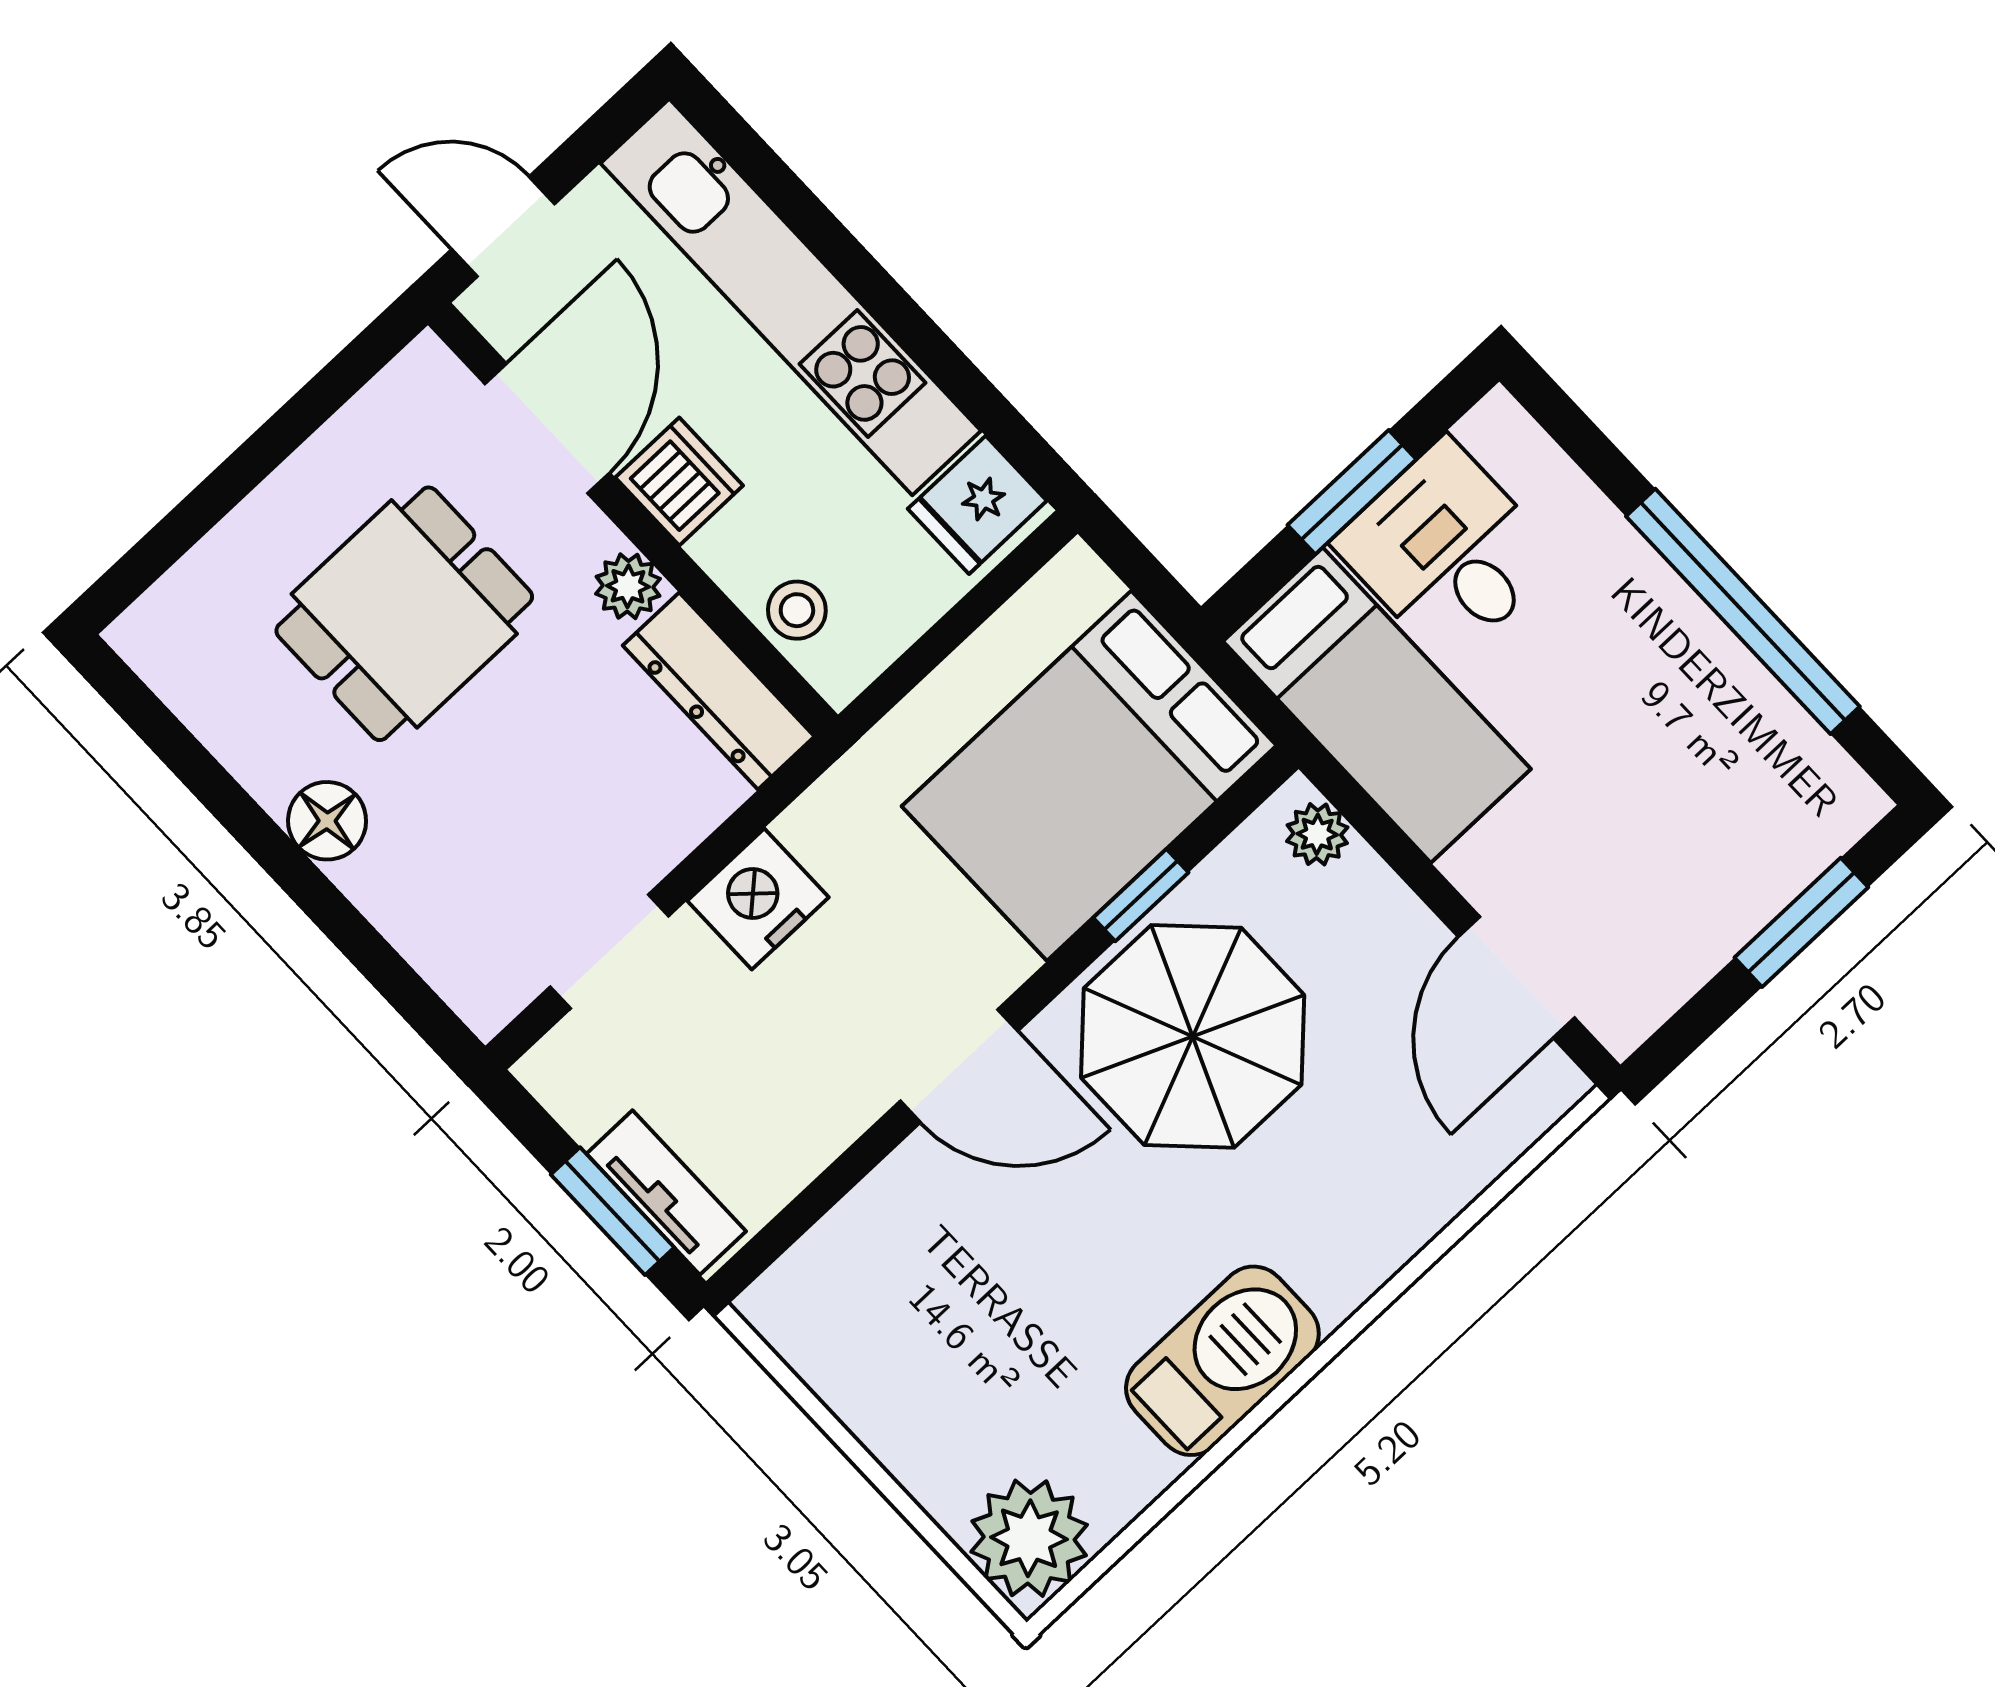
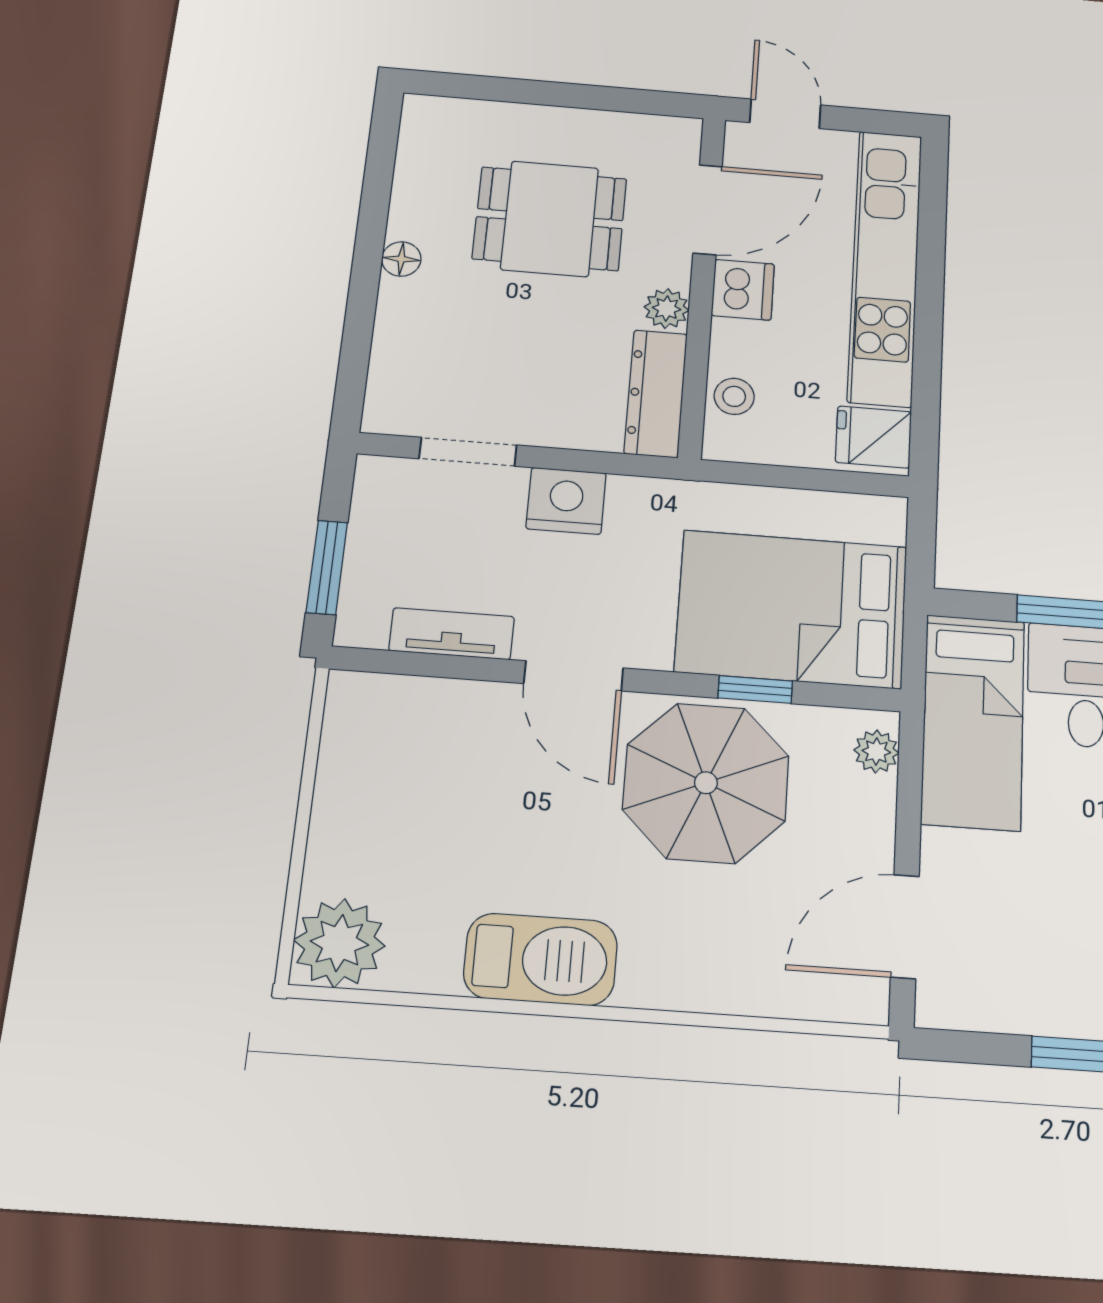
floor lamp: (327, 821) -> (401, 259), width x0.73, depth x0.73
tv unit: (666, 1193) -> (452, 634), moved, turned -90

